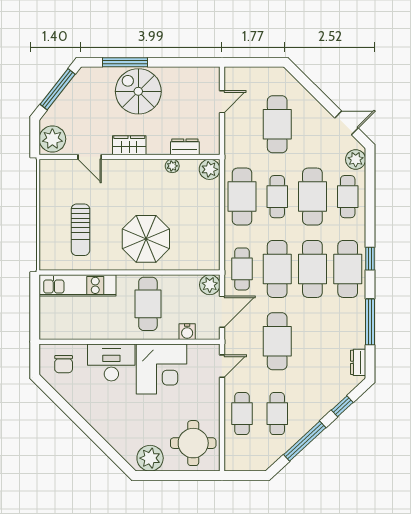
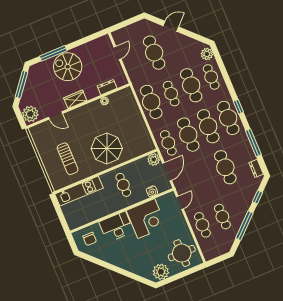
door: (346, 123) -> (171, 26), moved
plant: (210, 169) -> (126, 94), removed
cafe table: (148, 304) -> (123, 185), width x0.73, depth x0.74
cafe table: (277, 341) -> (225, 167), moved

